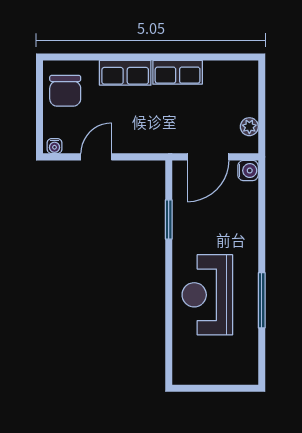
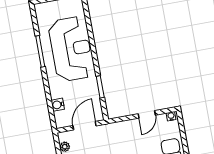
water cooler: (248, 171) -> (58, 105), moved
reception desk: (207, 295) -> (71, 49), width x1.36, depth x1.30

